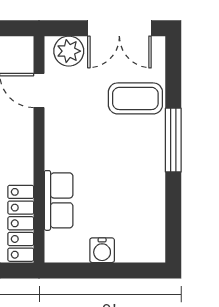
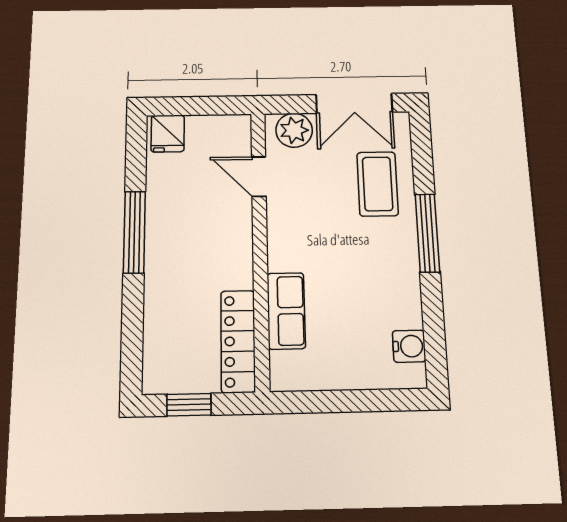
coffee table: (135, 98) -> (378, 184), turned 90
water cooler: (102, 250) -> (409, 346), moved, turned -90

